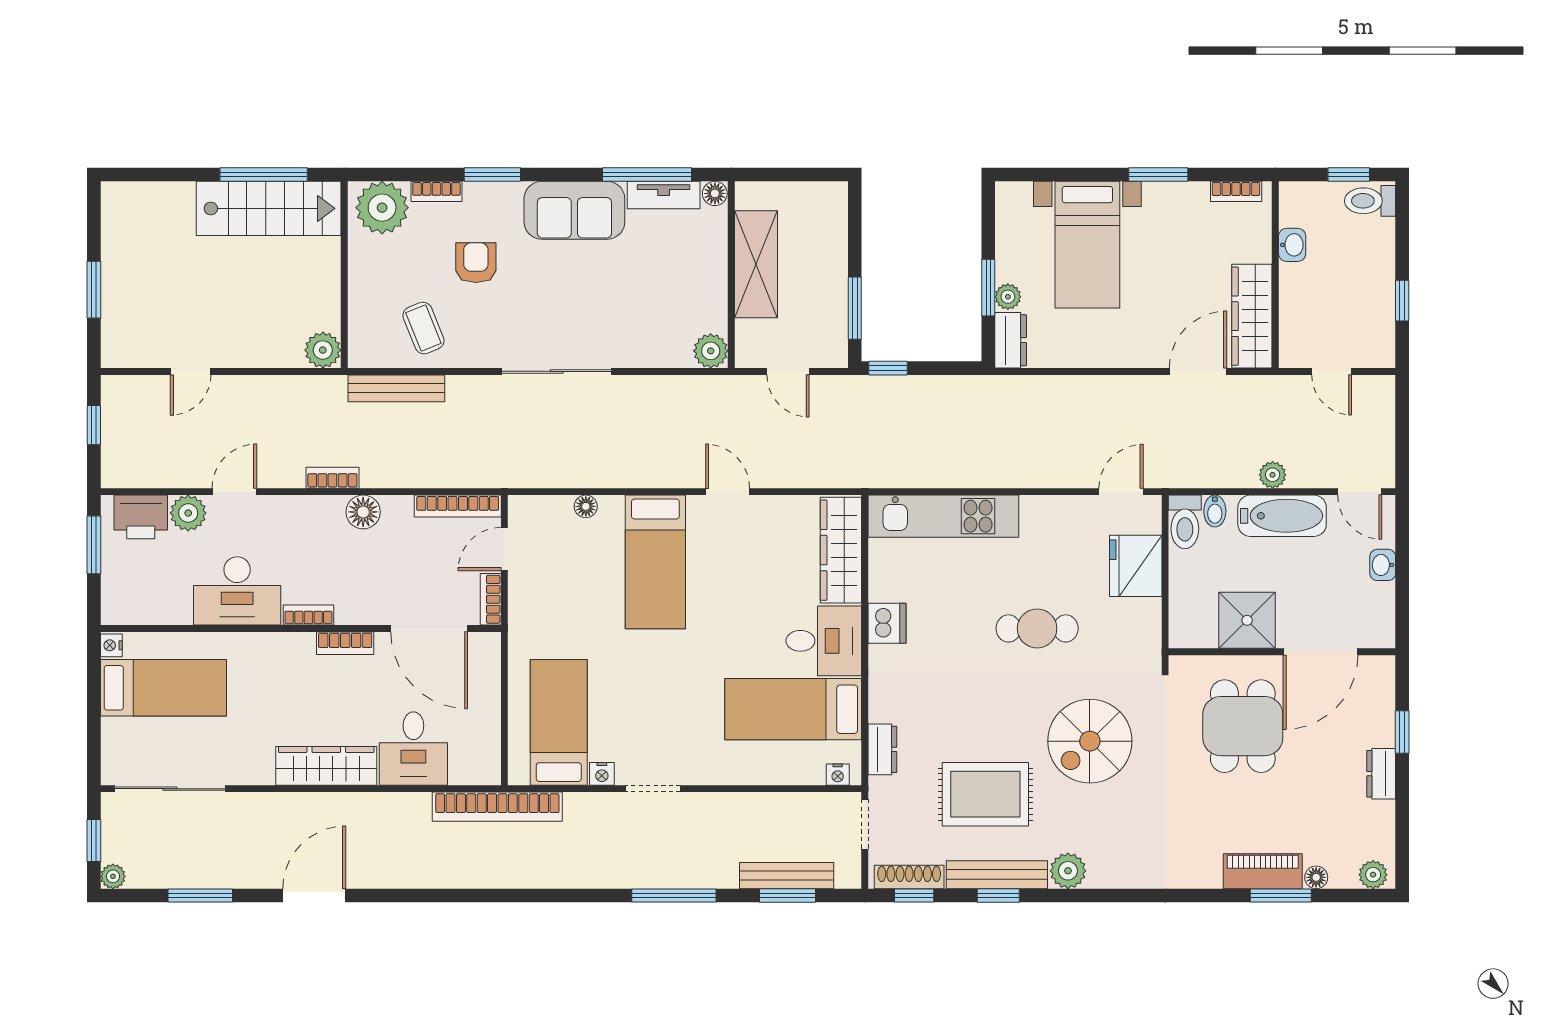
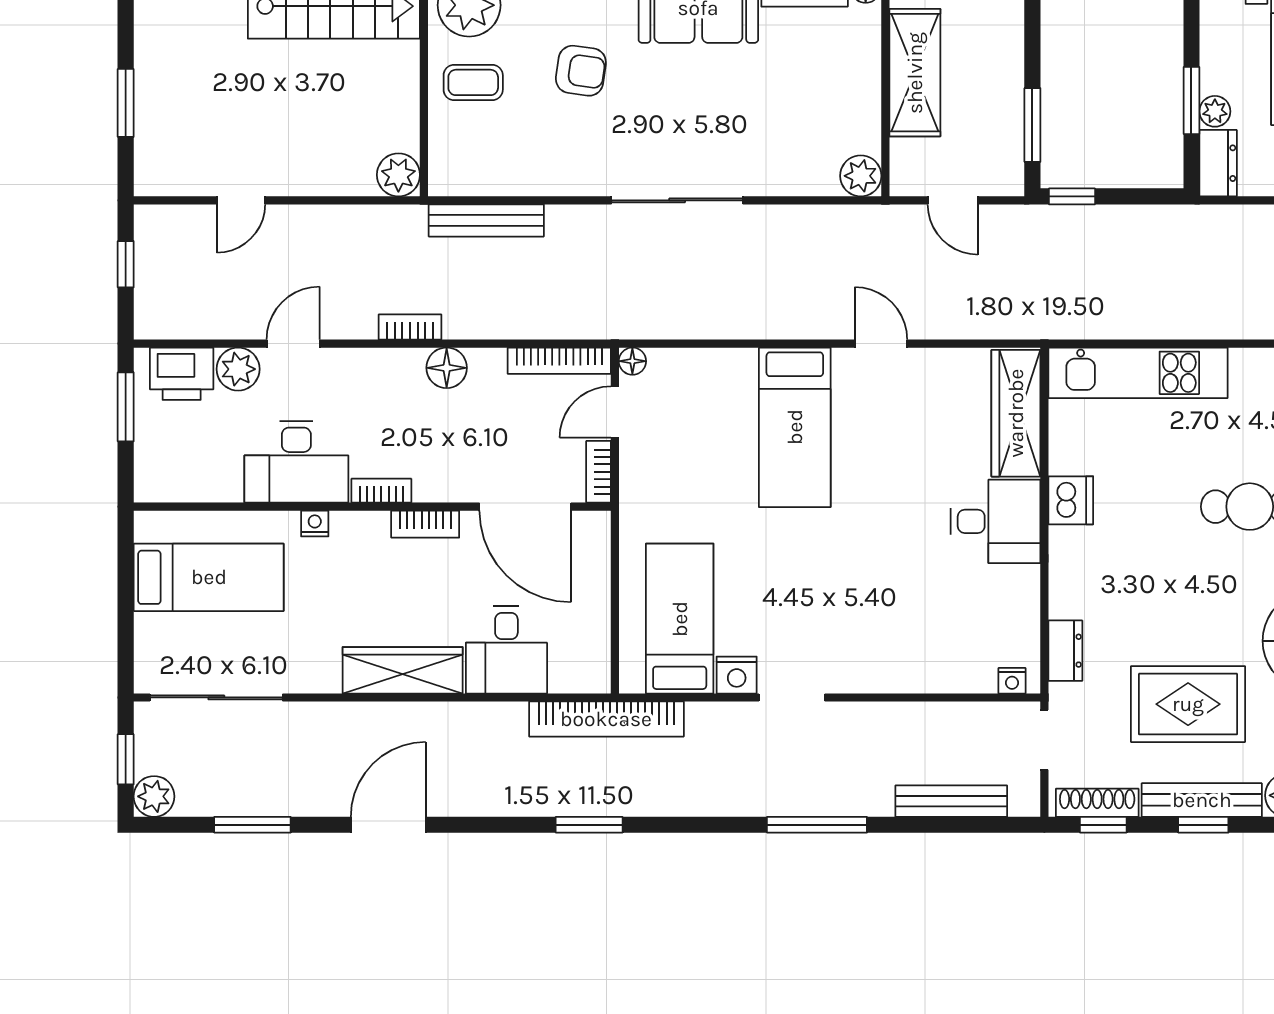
armchair: (476, 263) -> (581, 71), turned 98
coffee table: (423, 328) -> (473, 82), moved, turned -68
floor lamp: (586, 506) -> (632, 361), moved
nightstand: (111, 645) -> (315, 523), moved, turned 90
bed: (793, 709) -> (959, 603), removed
nightstand: (602, 774) -> (737, 675), width x1.39, depth x1.35
plant: (113, 876) -> (154, 796), width x1.38, depth x1.38
window: (788, 895) -> (589, 825), moved

